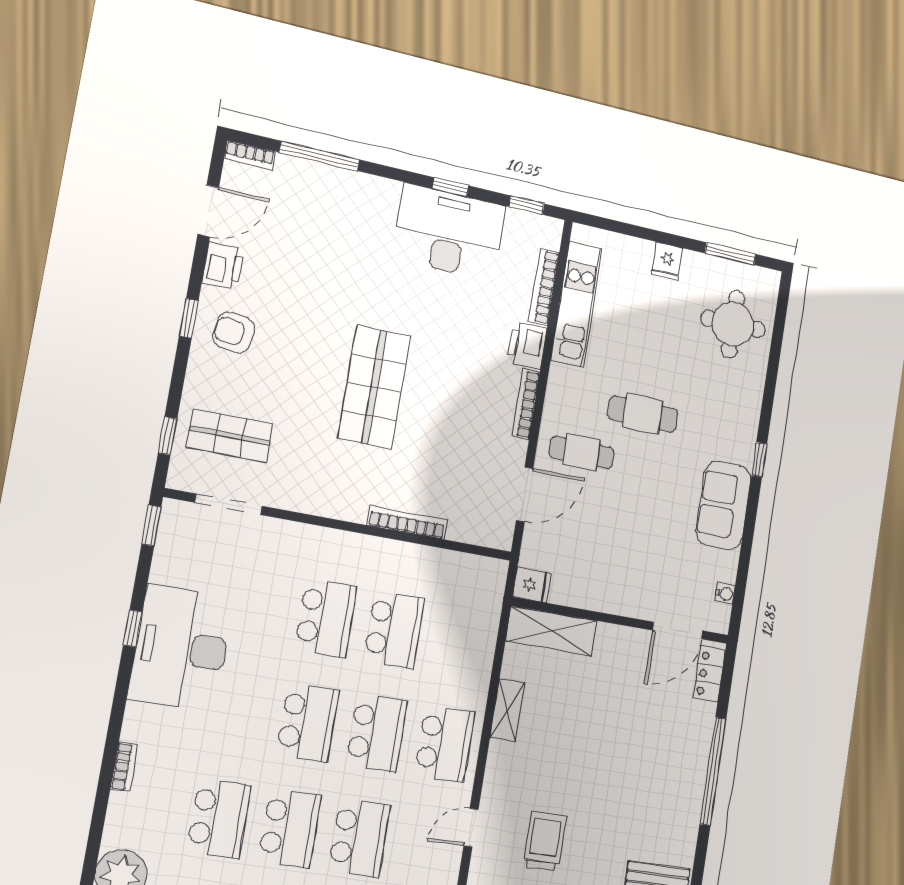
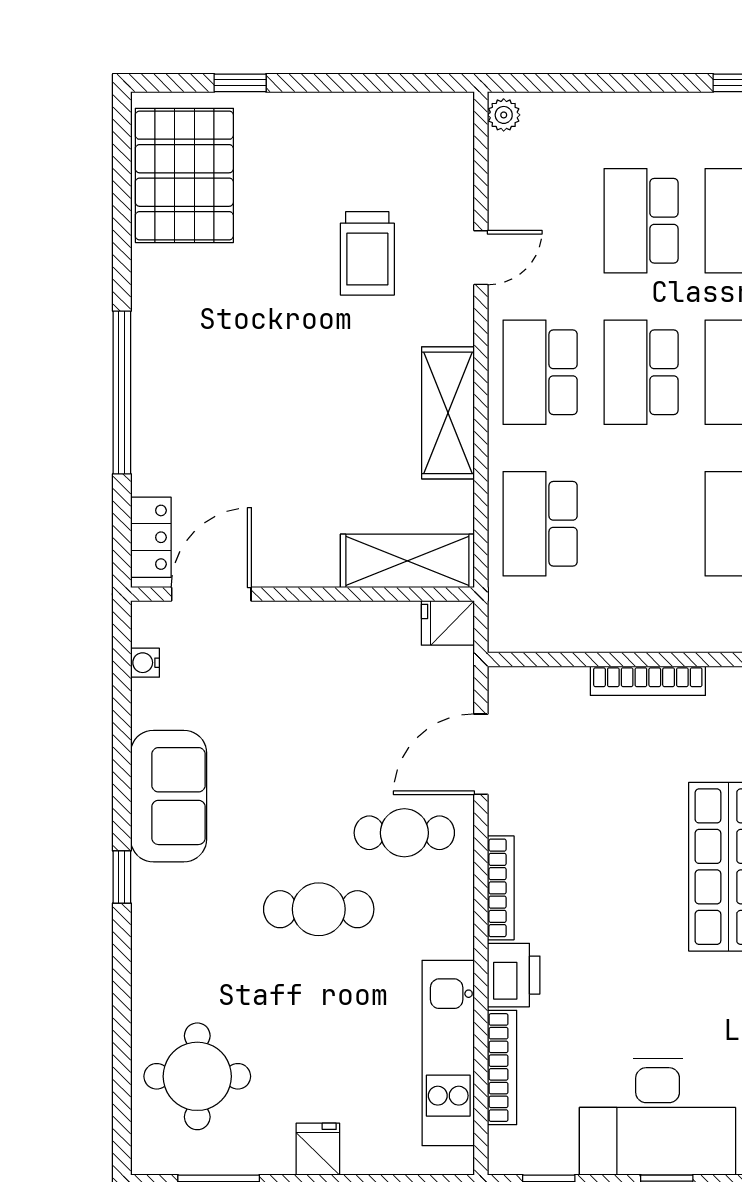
school desk: (394, 630) -> (540, 524), moved
shelving: (507, 710) -> (448, 413), width x1.50, depth x1.33

